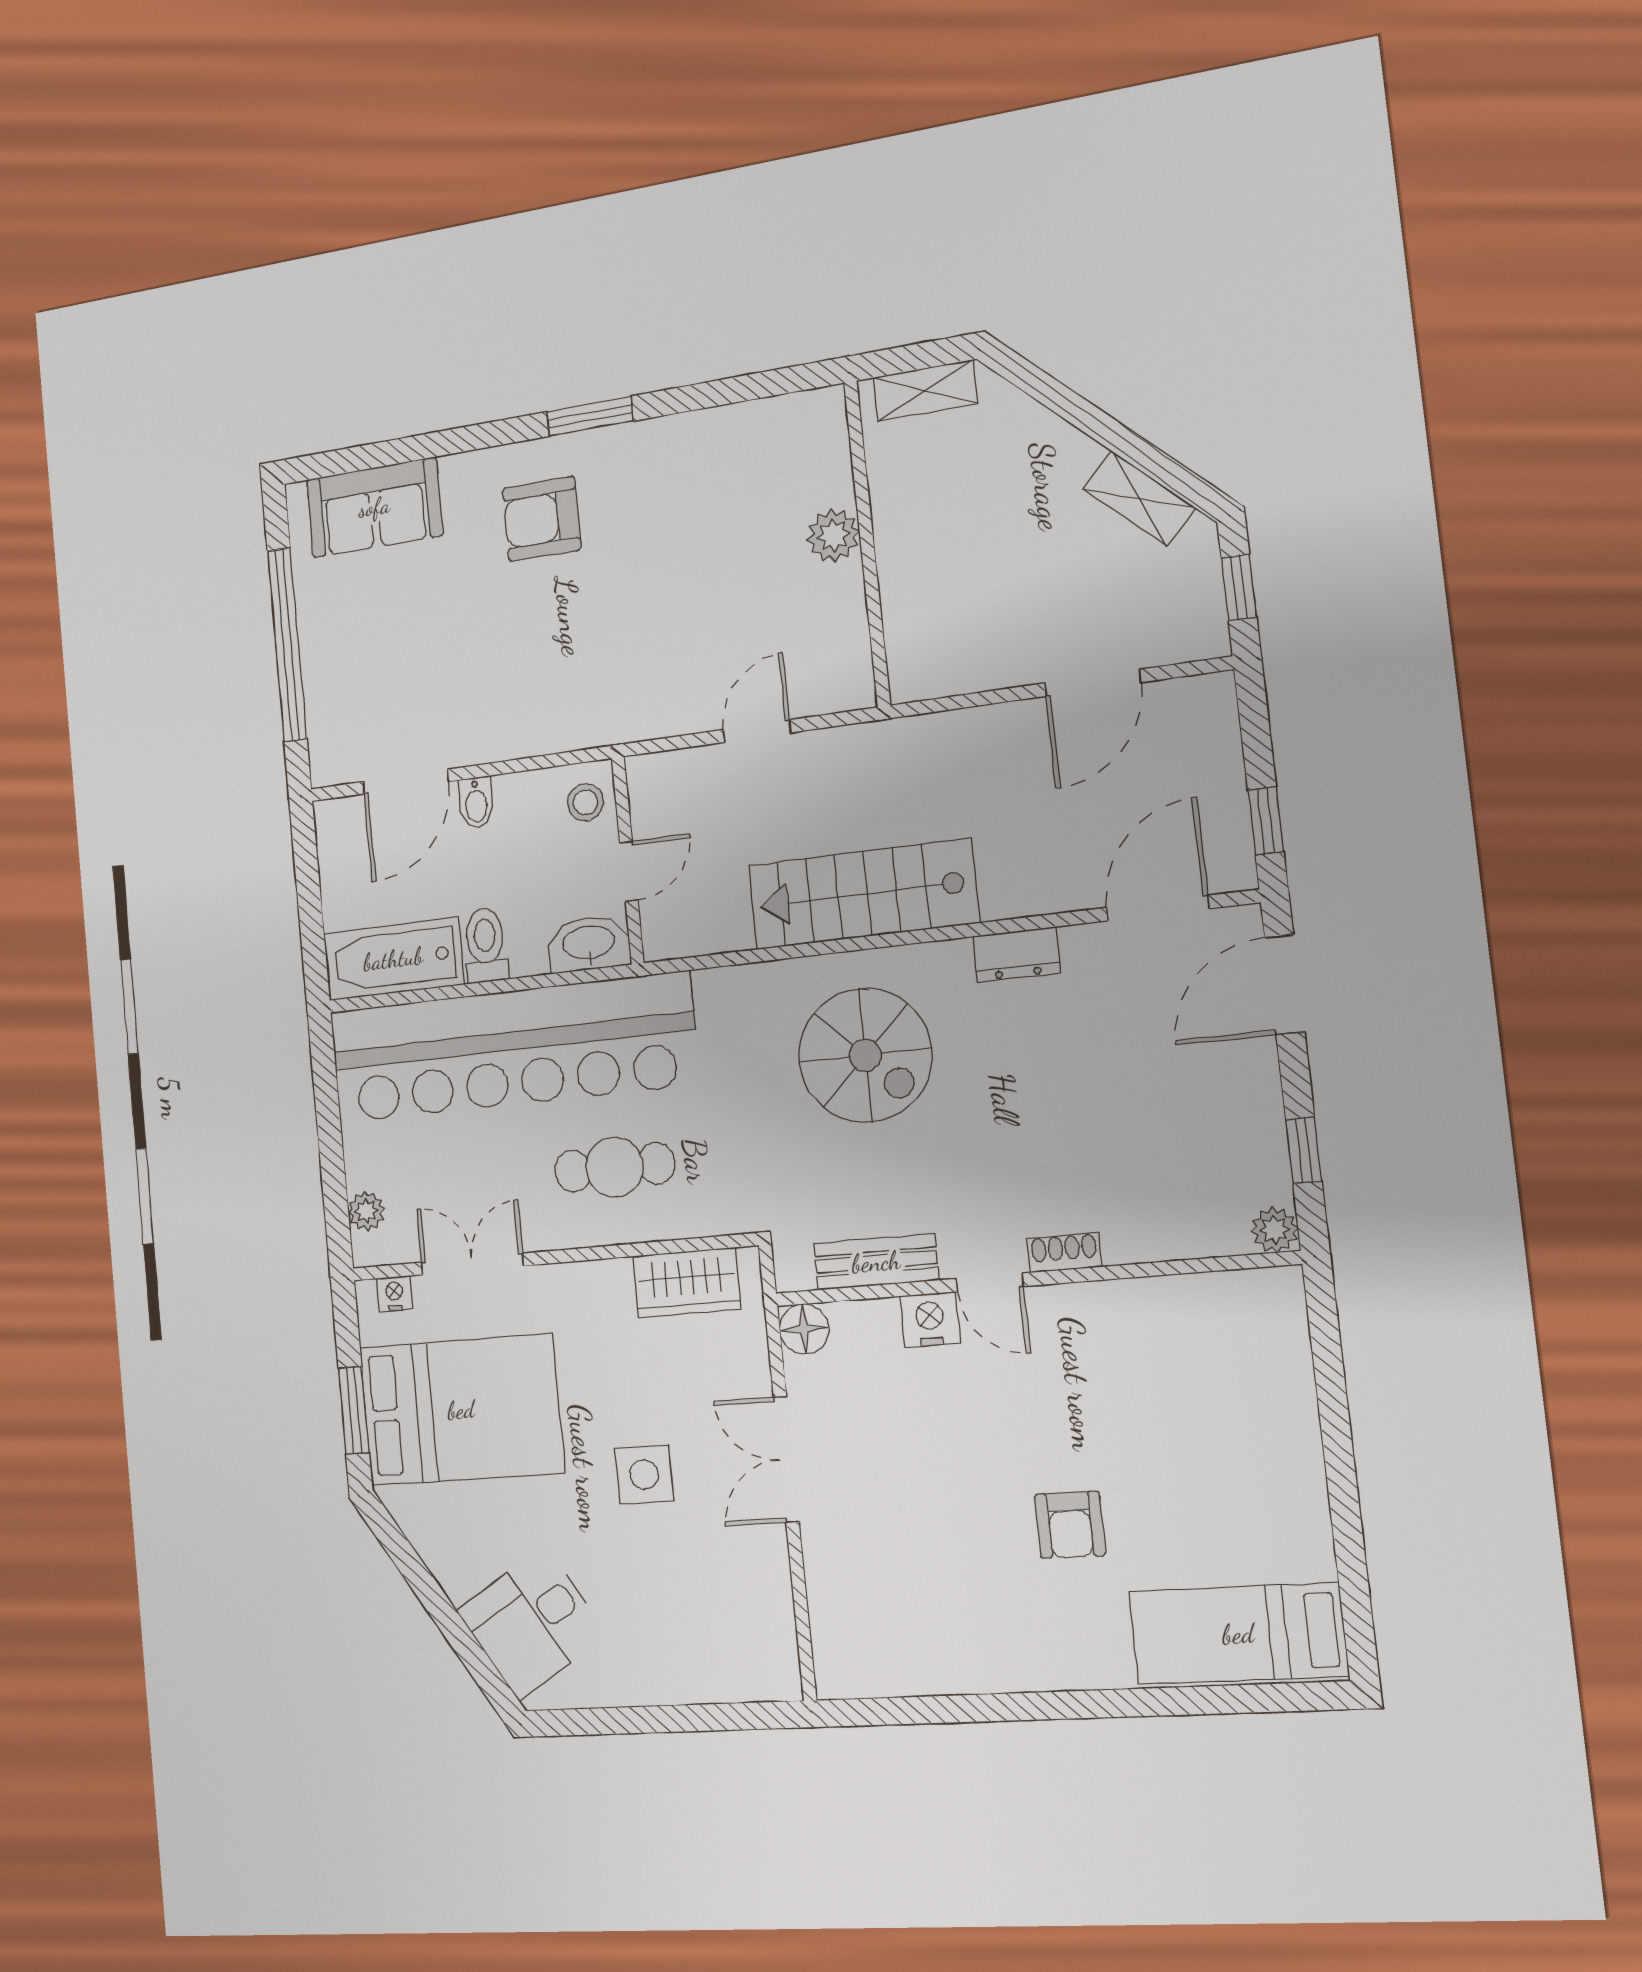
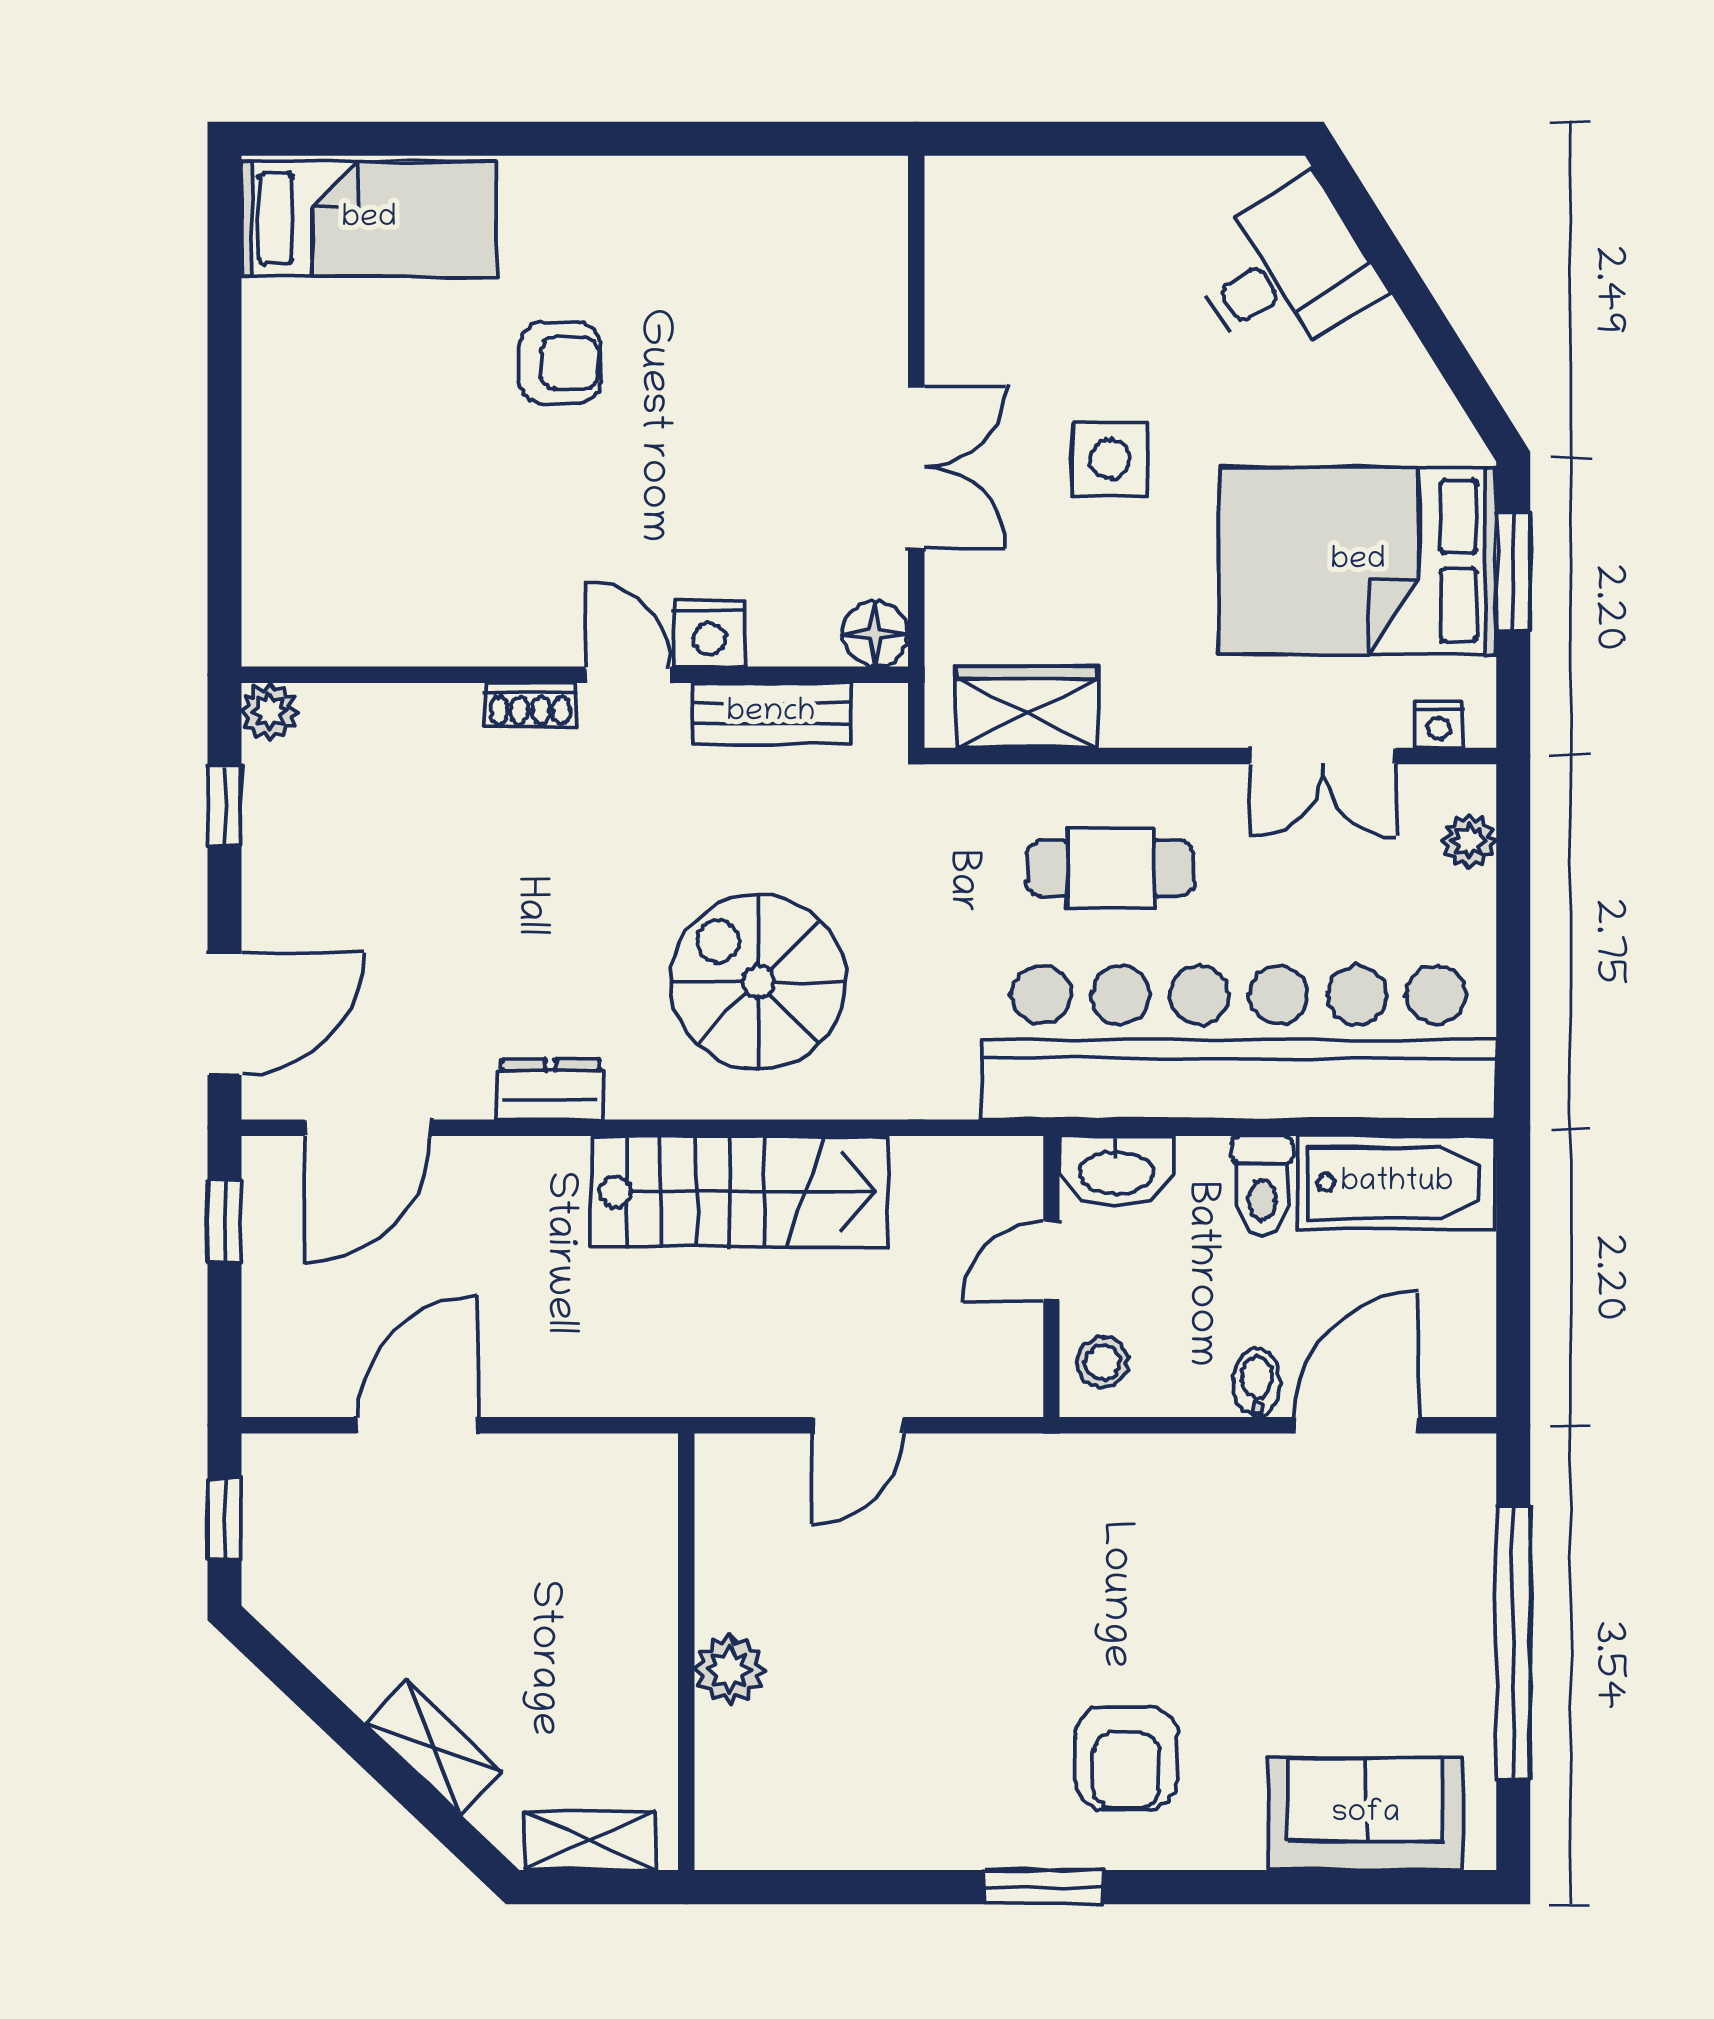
shelving: (1139, 499) -> (433, 1747), moved
armchair: (542, 519) -> (1126, 1758), turned 90
armchair: (1070, 1525) -> (560, 363), turned 90

